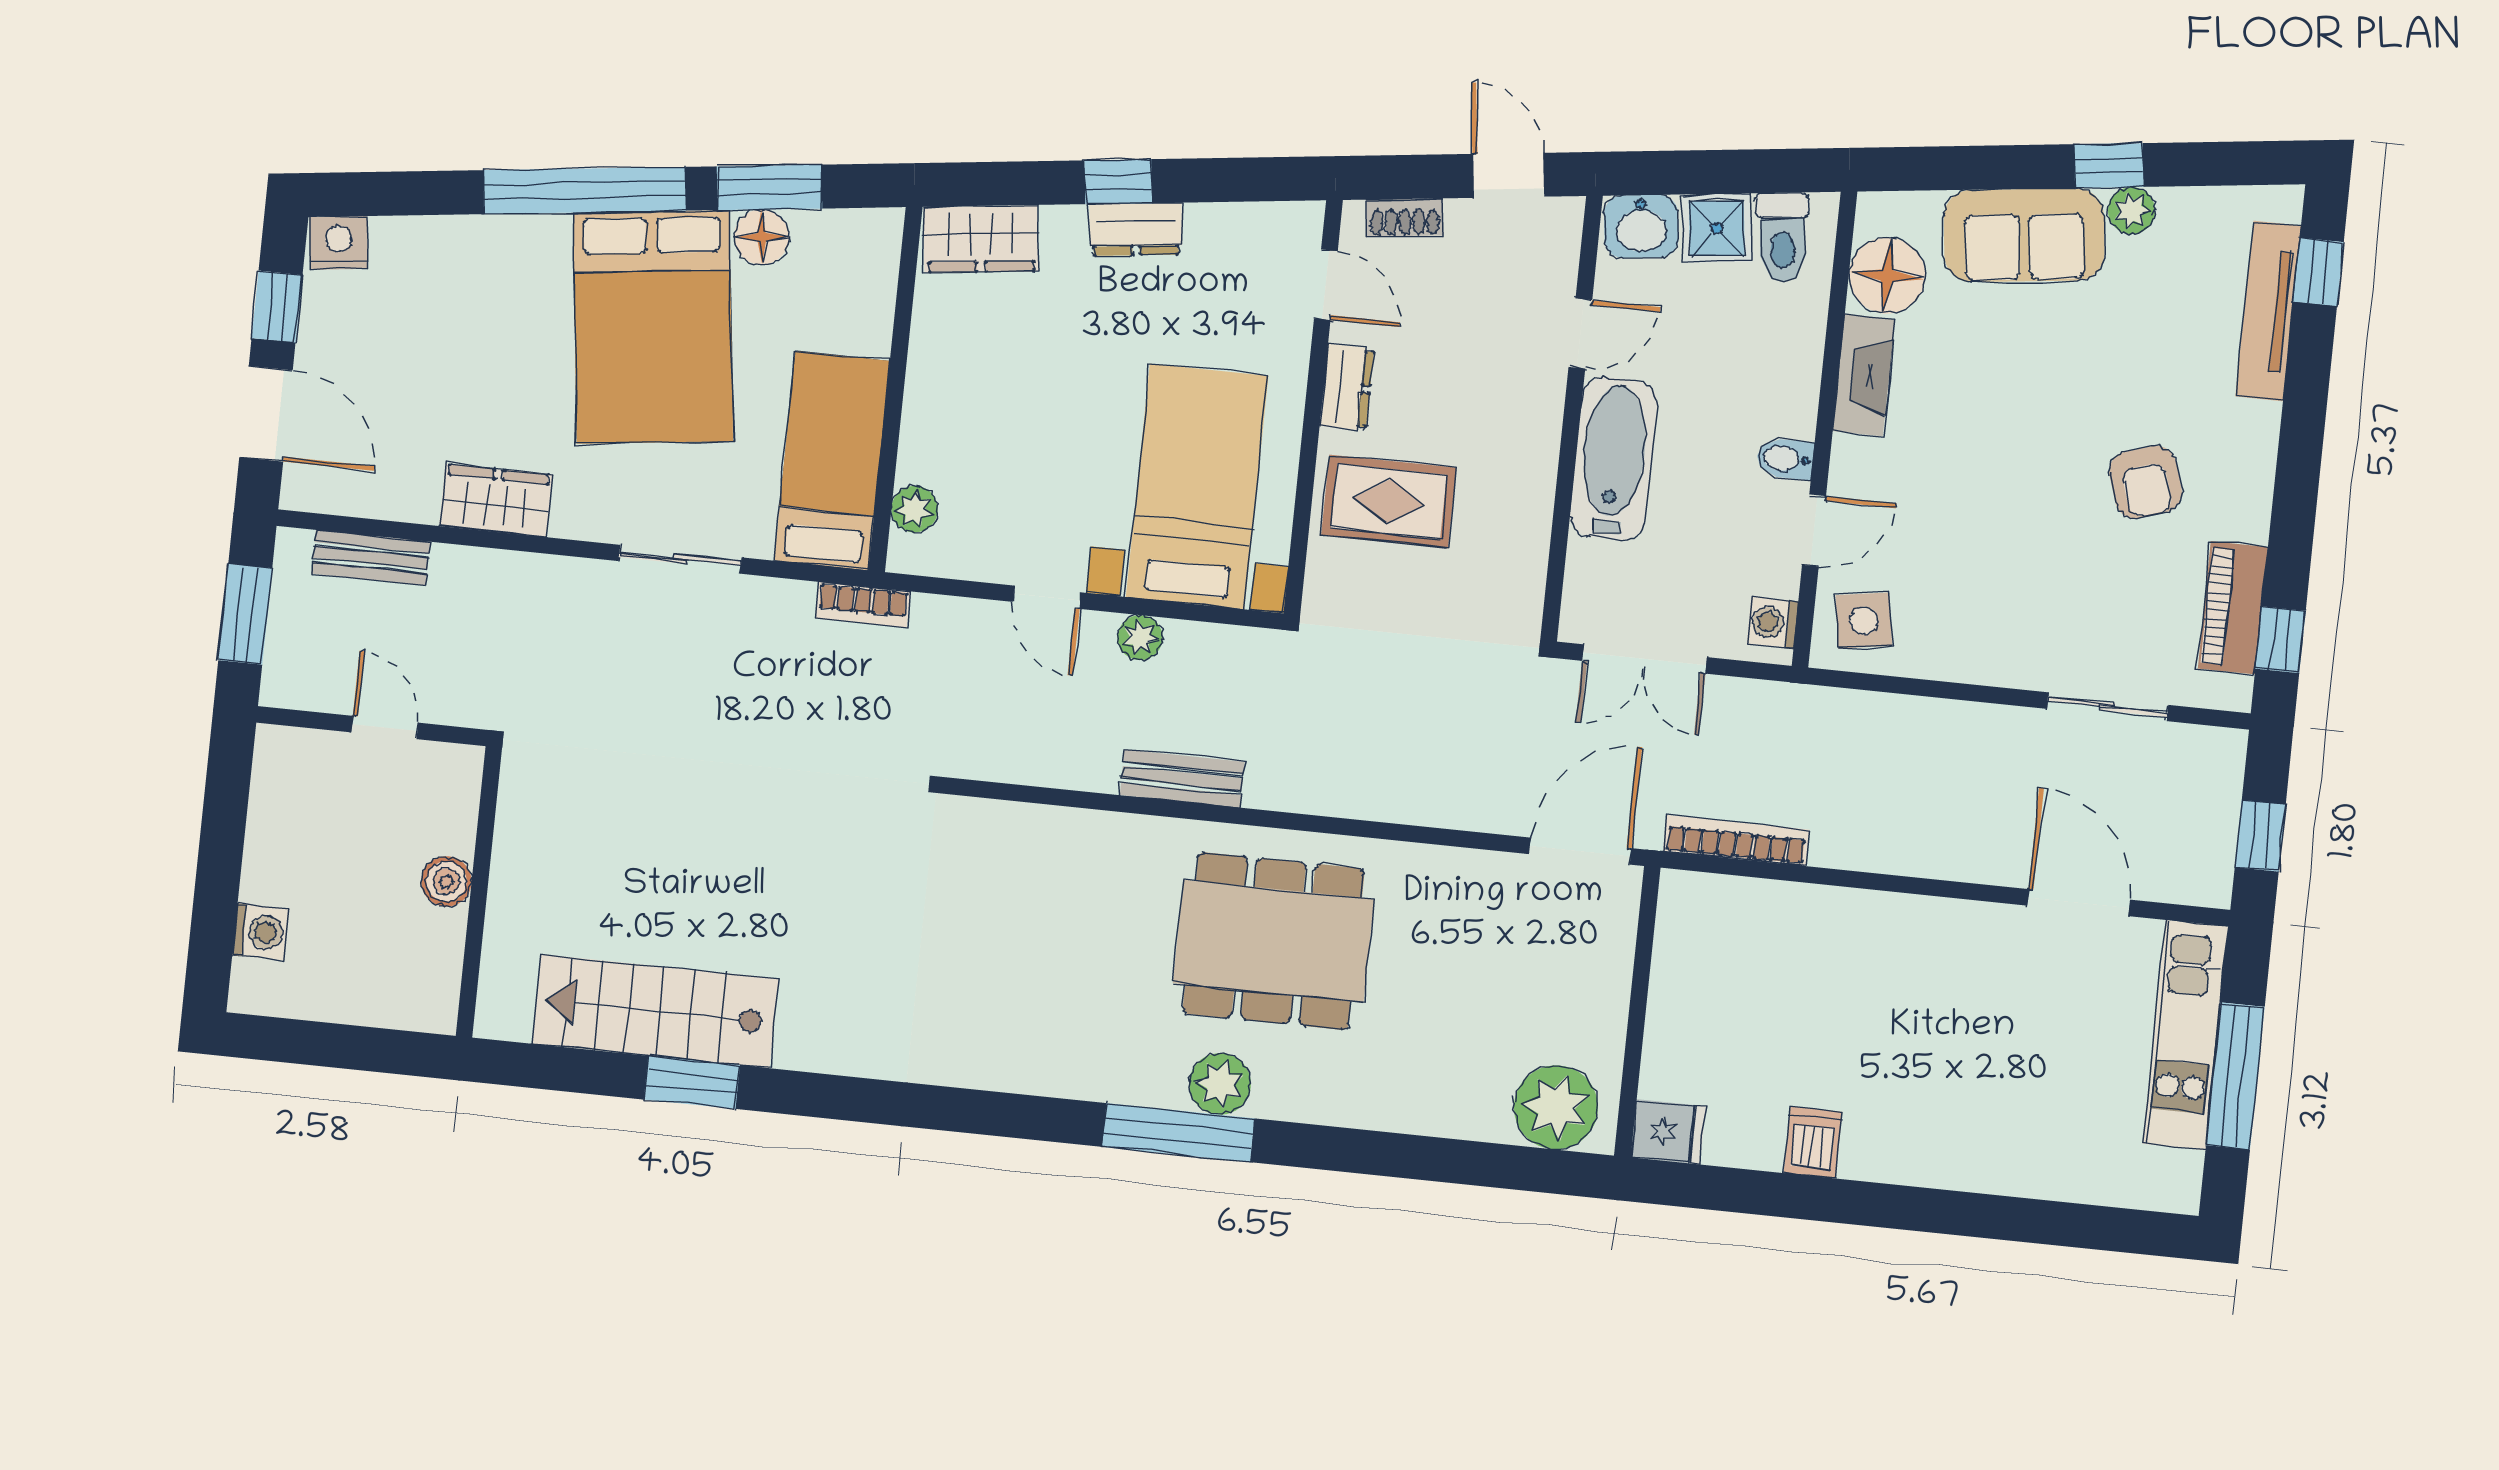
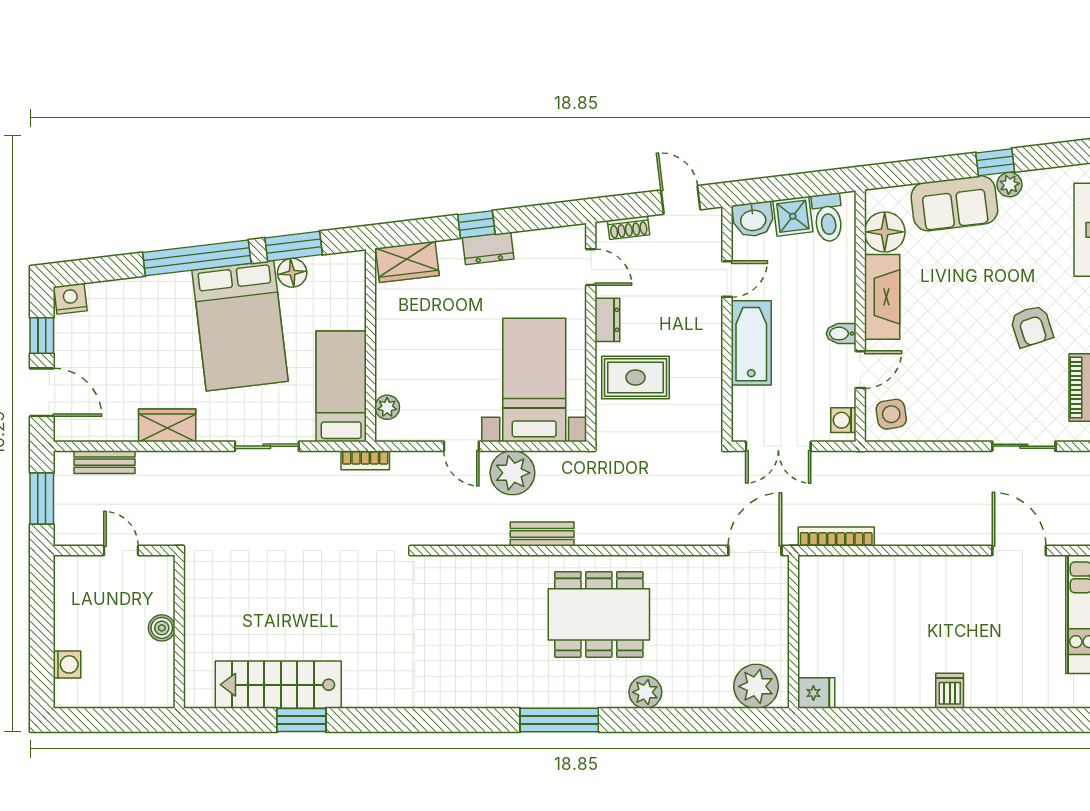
fireplace: (1864, 375) -> (882, 297), width x1.37, depth x1.32
plant: (1140, 638) -> (512, 473), width x1.87, depth x1.87
plant: (1220, 1084) -> (645, 692), moved
dishwasher: (1813, 1142) -> (950, 691), moved

